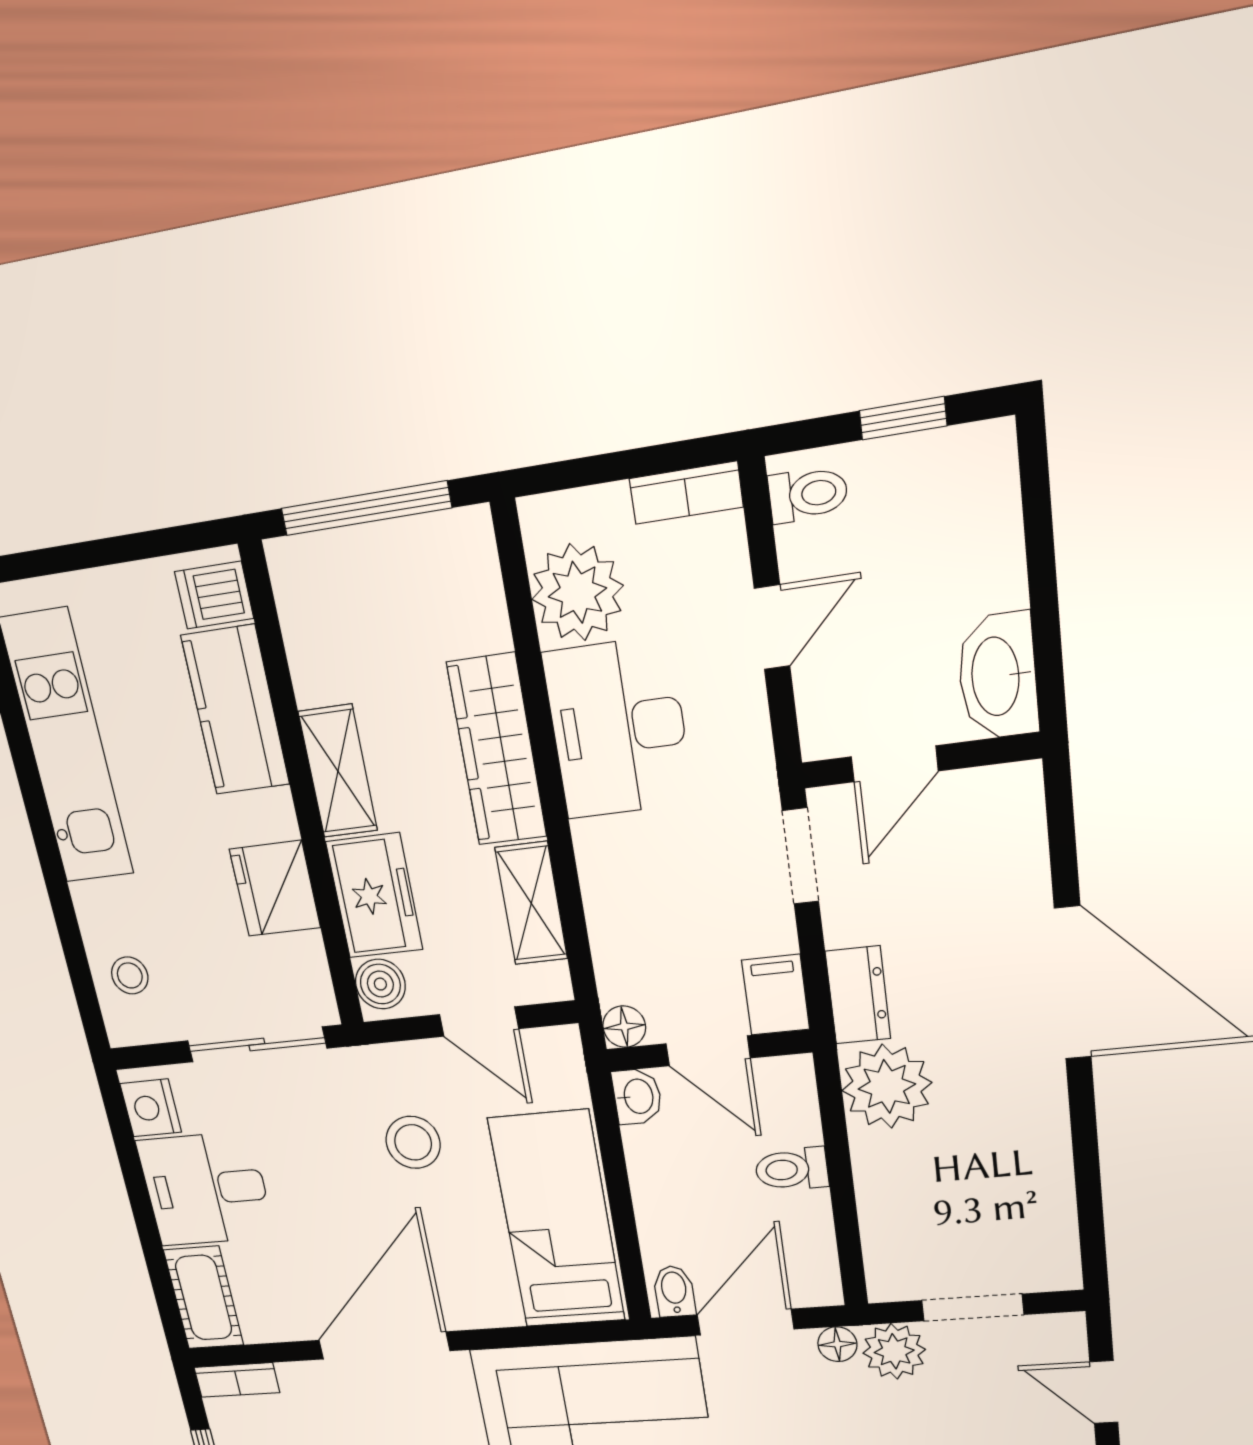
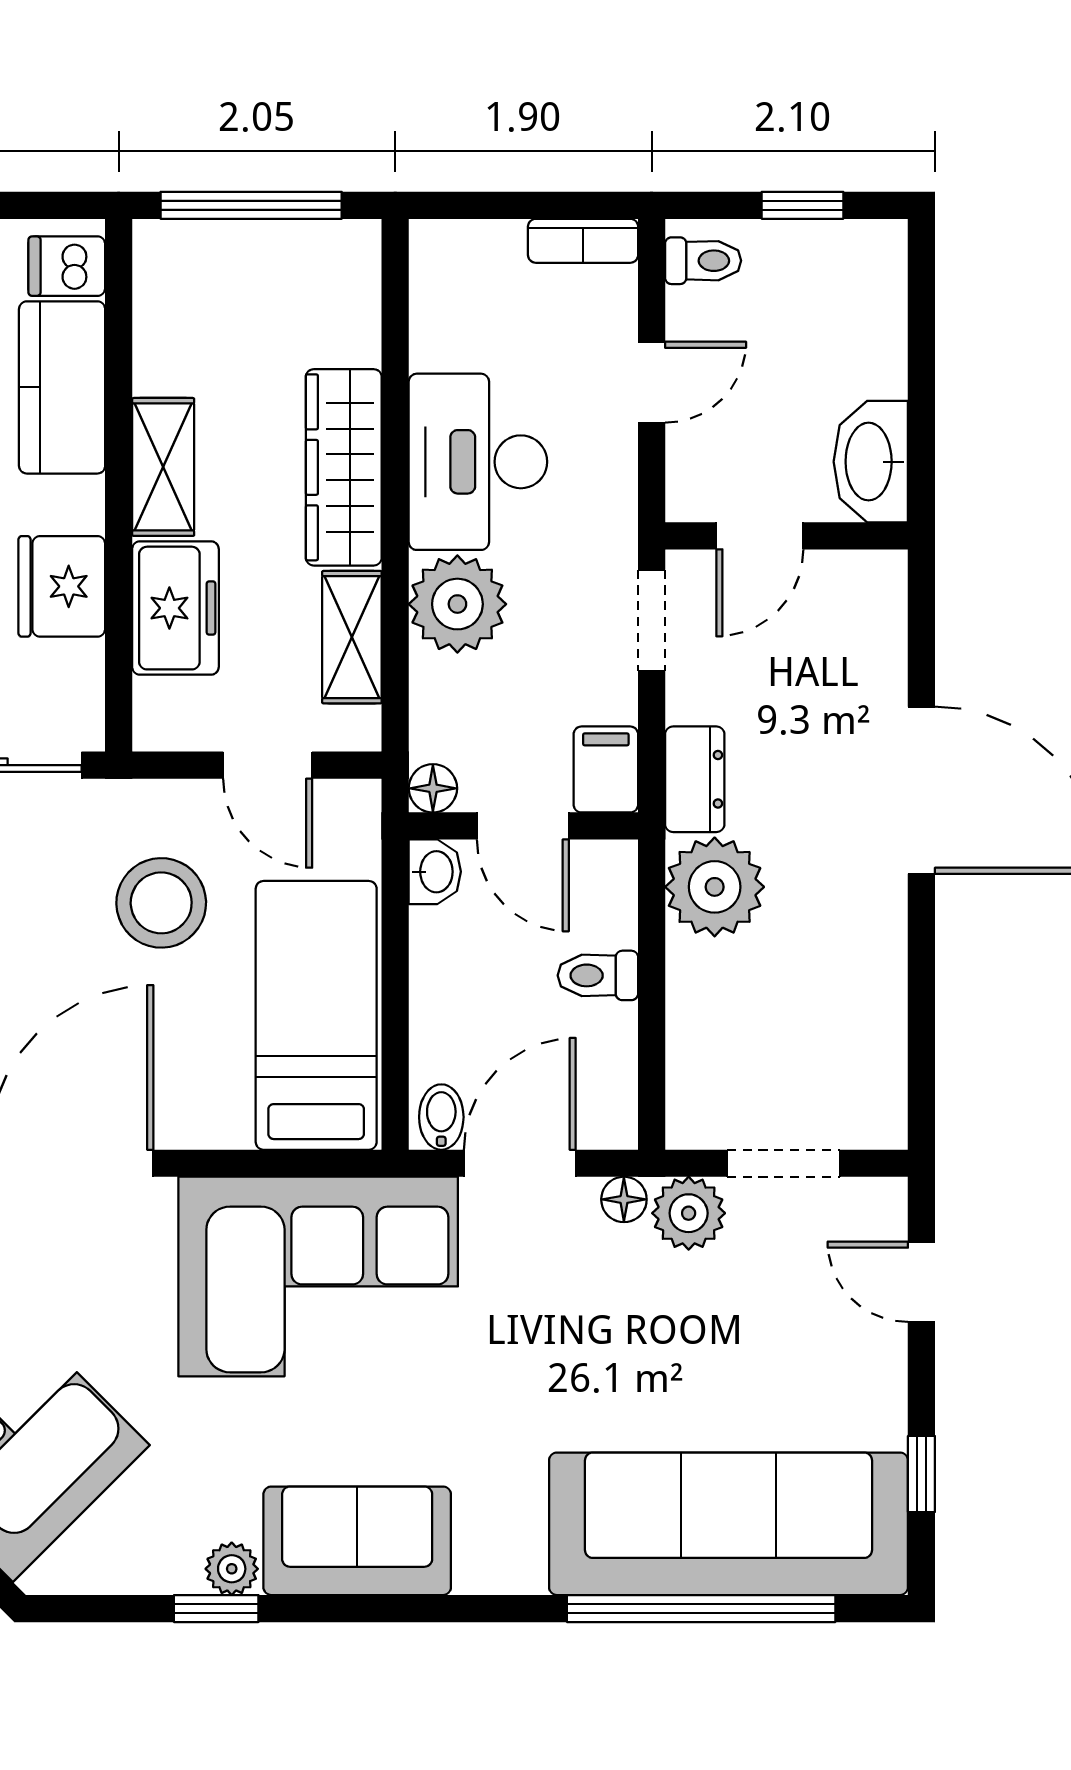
plant: (577, 592) -> (457, 604), moved
boiler: (380, 984) -> (161, 709), removed
stool: (413, 1142) -> (161, 903), width x1.38, depth x1.38

